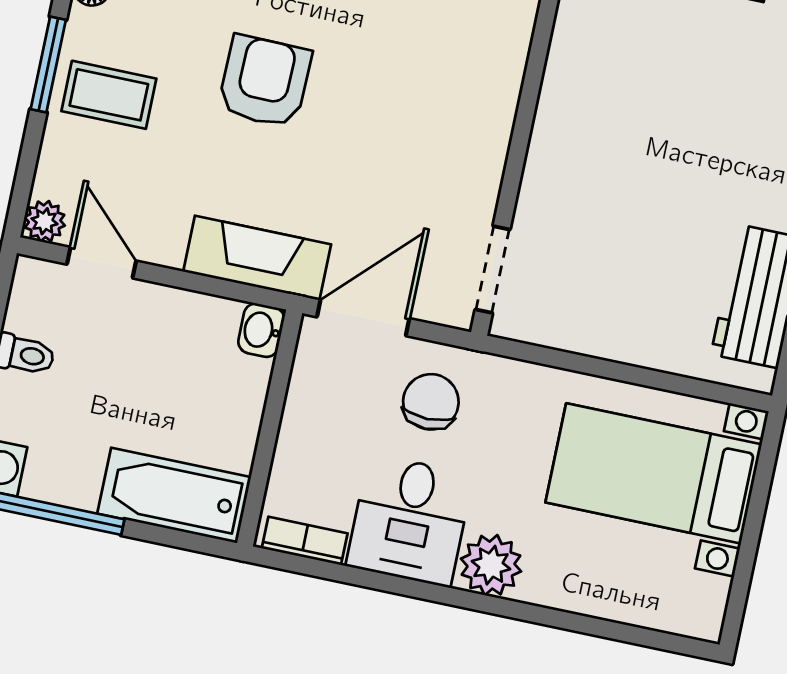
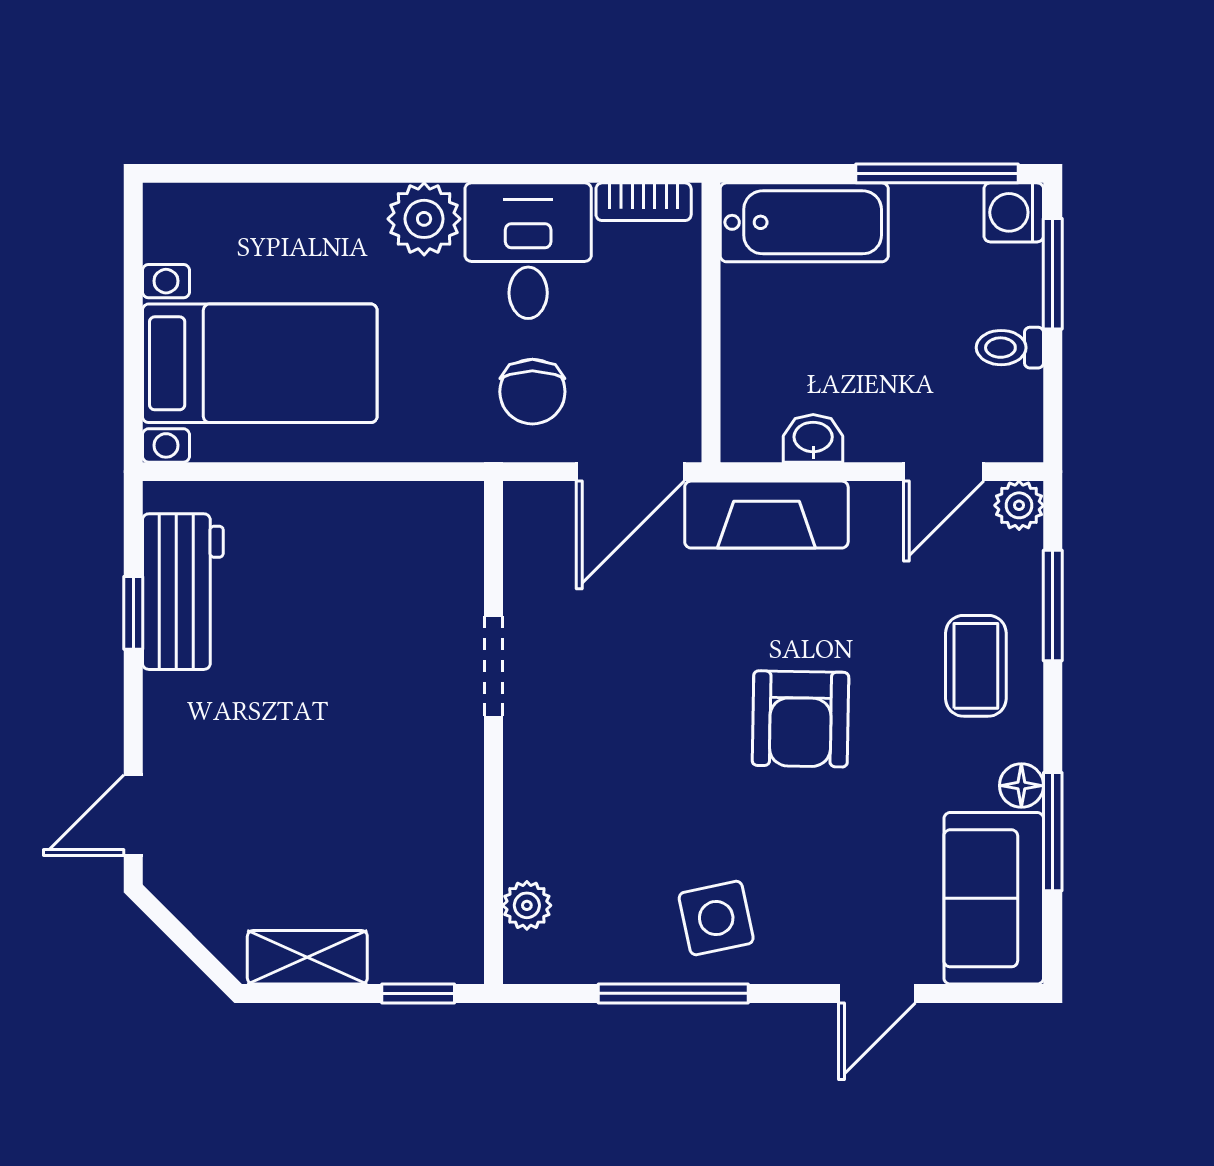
window: (48, 64) -> (1053, 606), moved
coffee table: (109, 95) -> (976, 666), turned 90
door: (102, 263) -> (944, 472), hinge flipped
doorway: (493, 269) -> (494, 667), moved
washbasin: (261, 330) -> (813, 438), moved, turned -90

